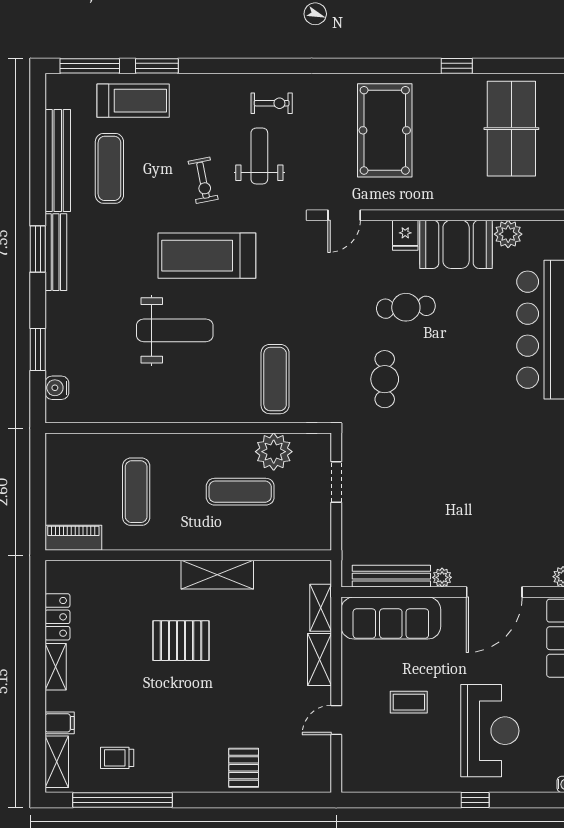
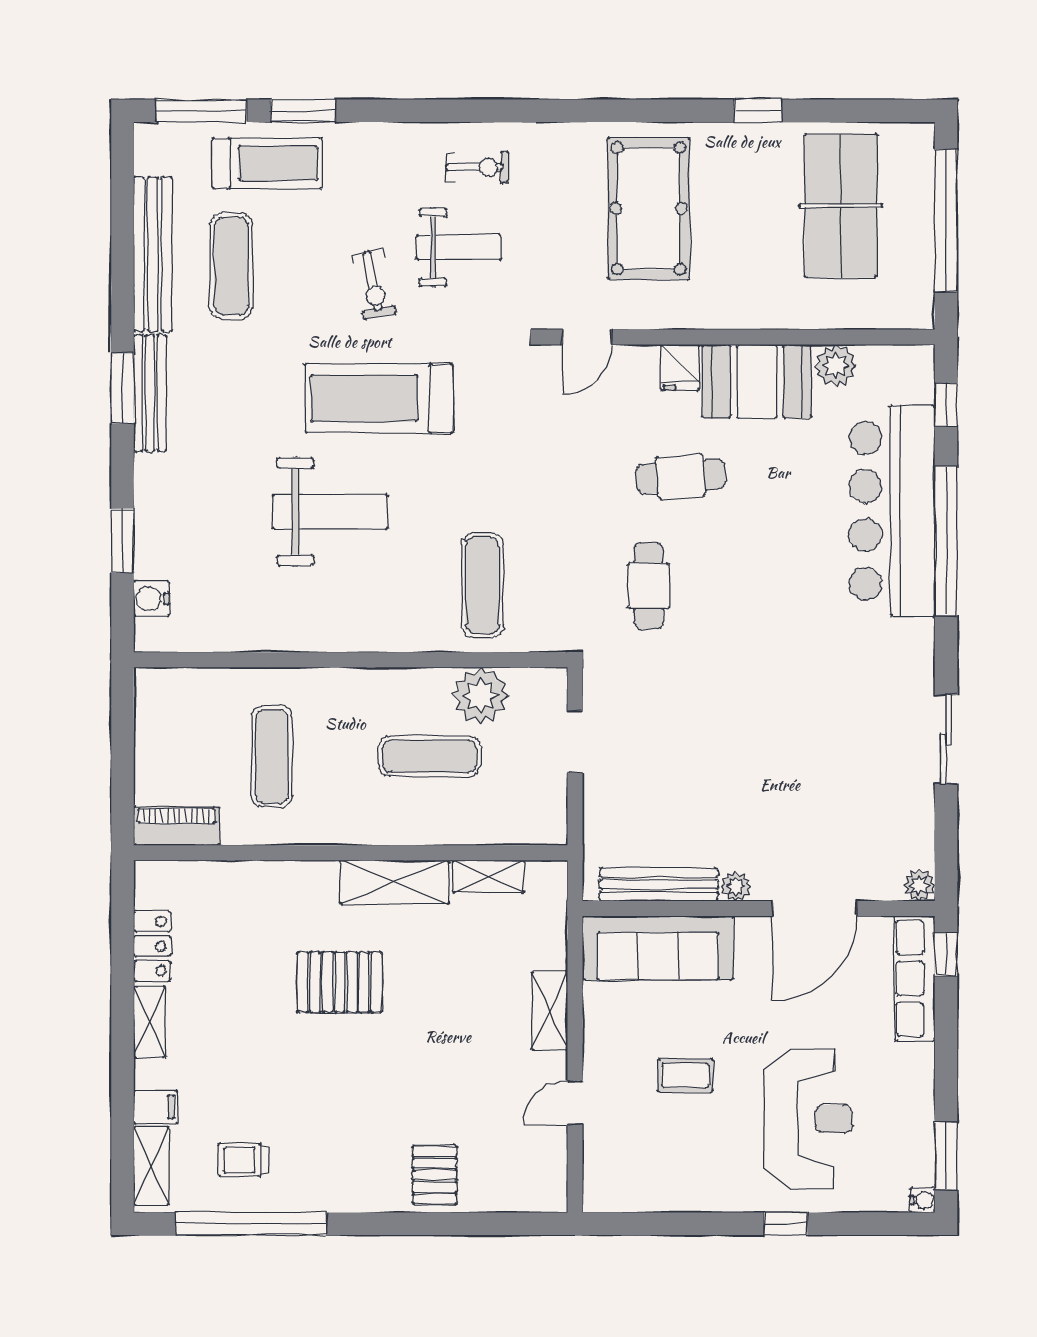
weight bench: (259, 156) -> (459, 247), turned 90
shelving: (321, 608) -> (488, 876), moved, turned 90

